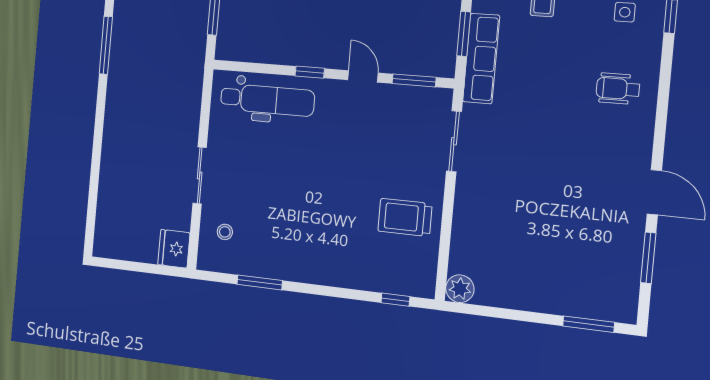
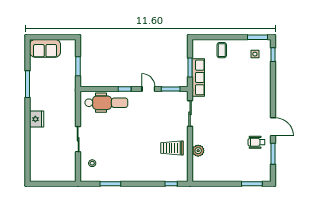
wheelchair: (618, 89) -> (256, 142), moved
fridge: (174, 249) -> (37, 119), moved, turned 180
plant: (460, 289) -> (198, 151), moved

